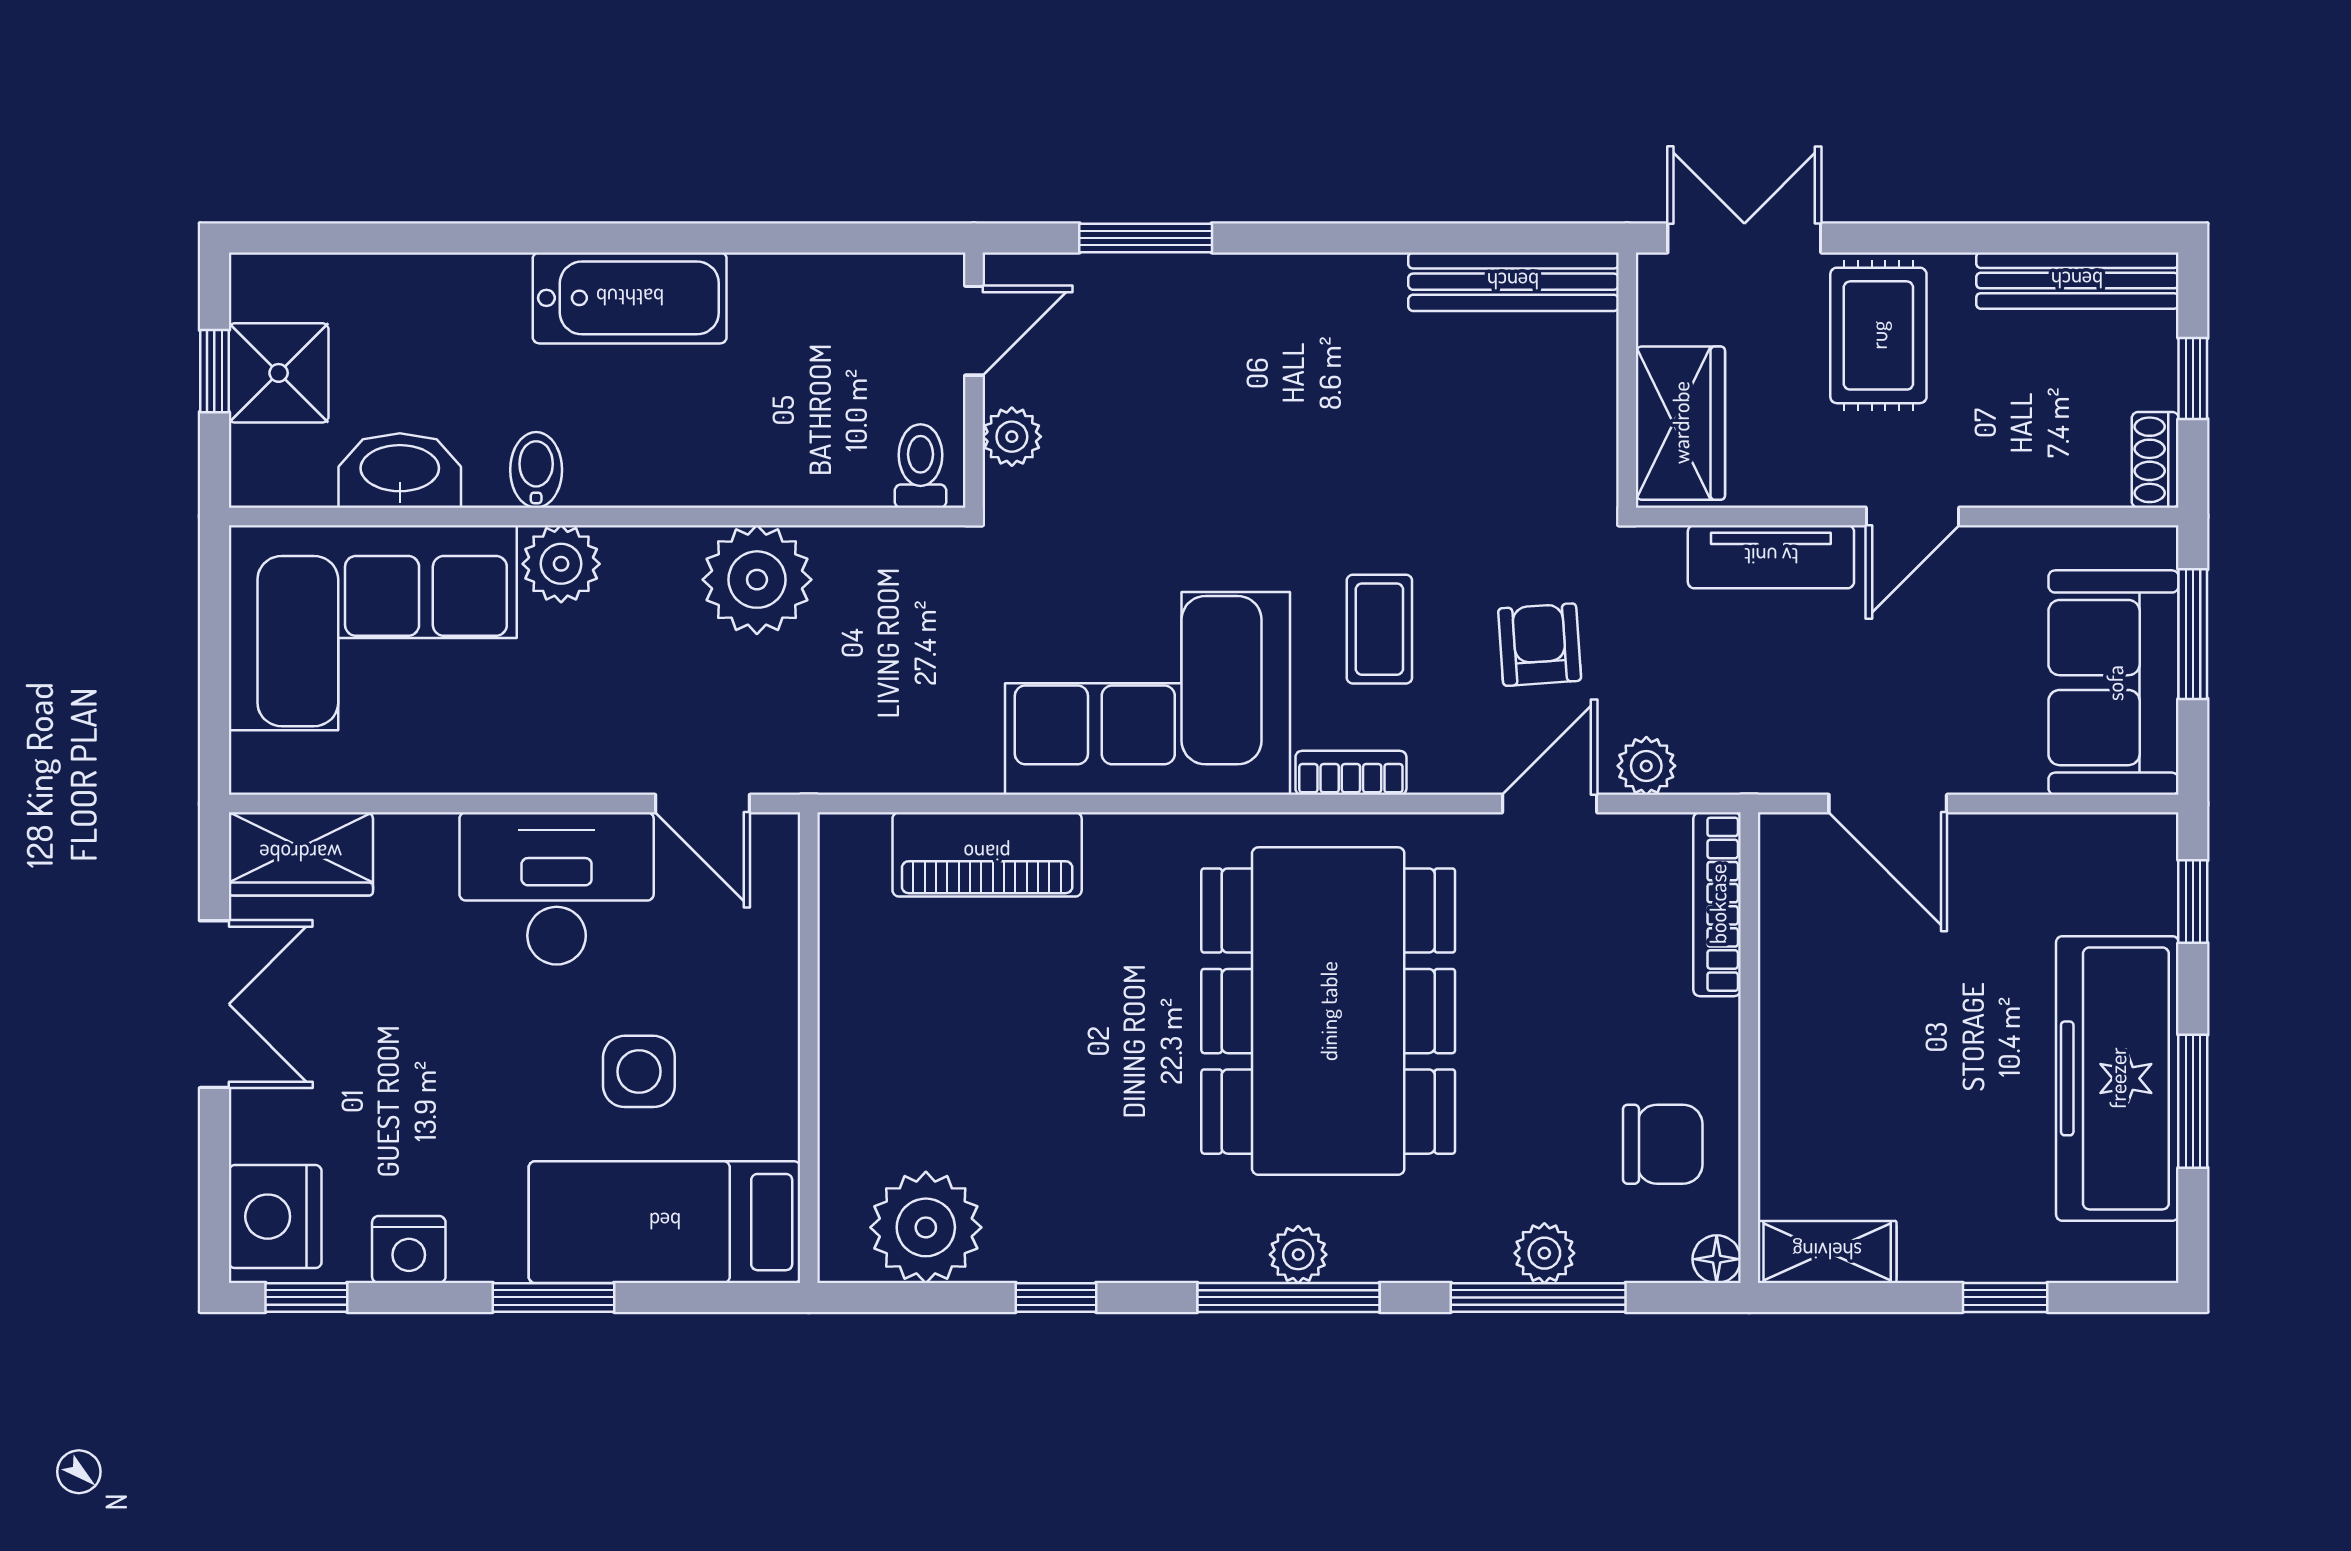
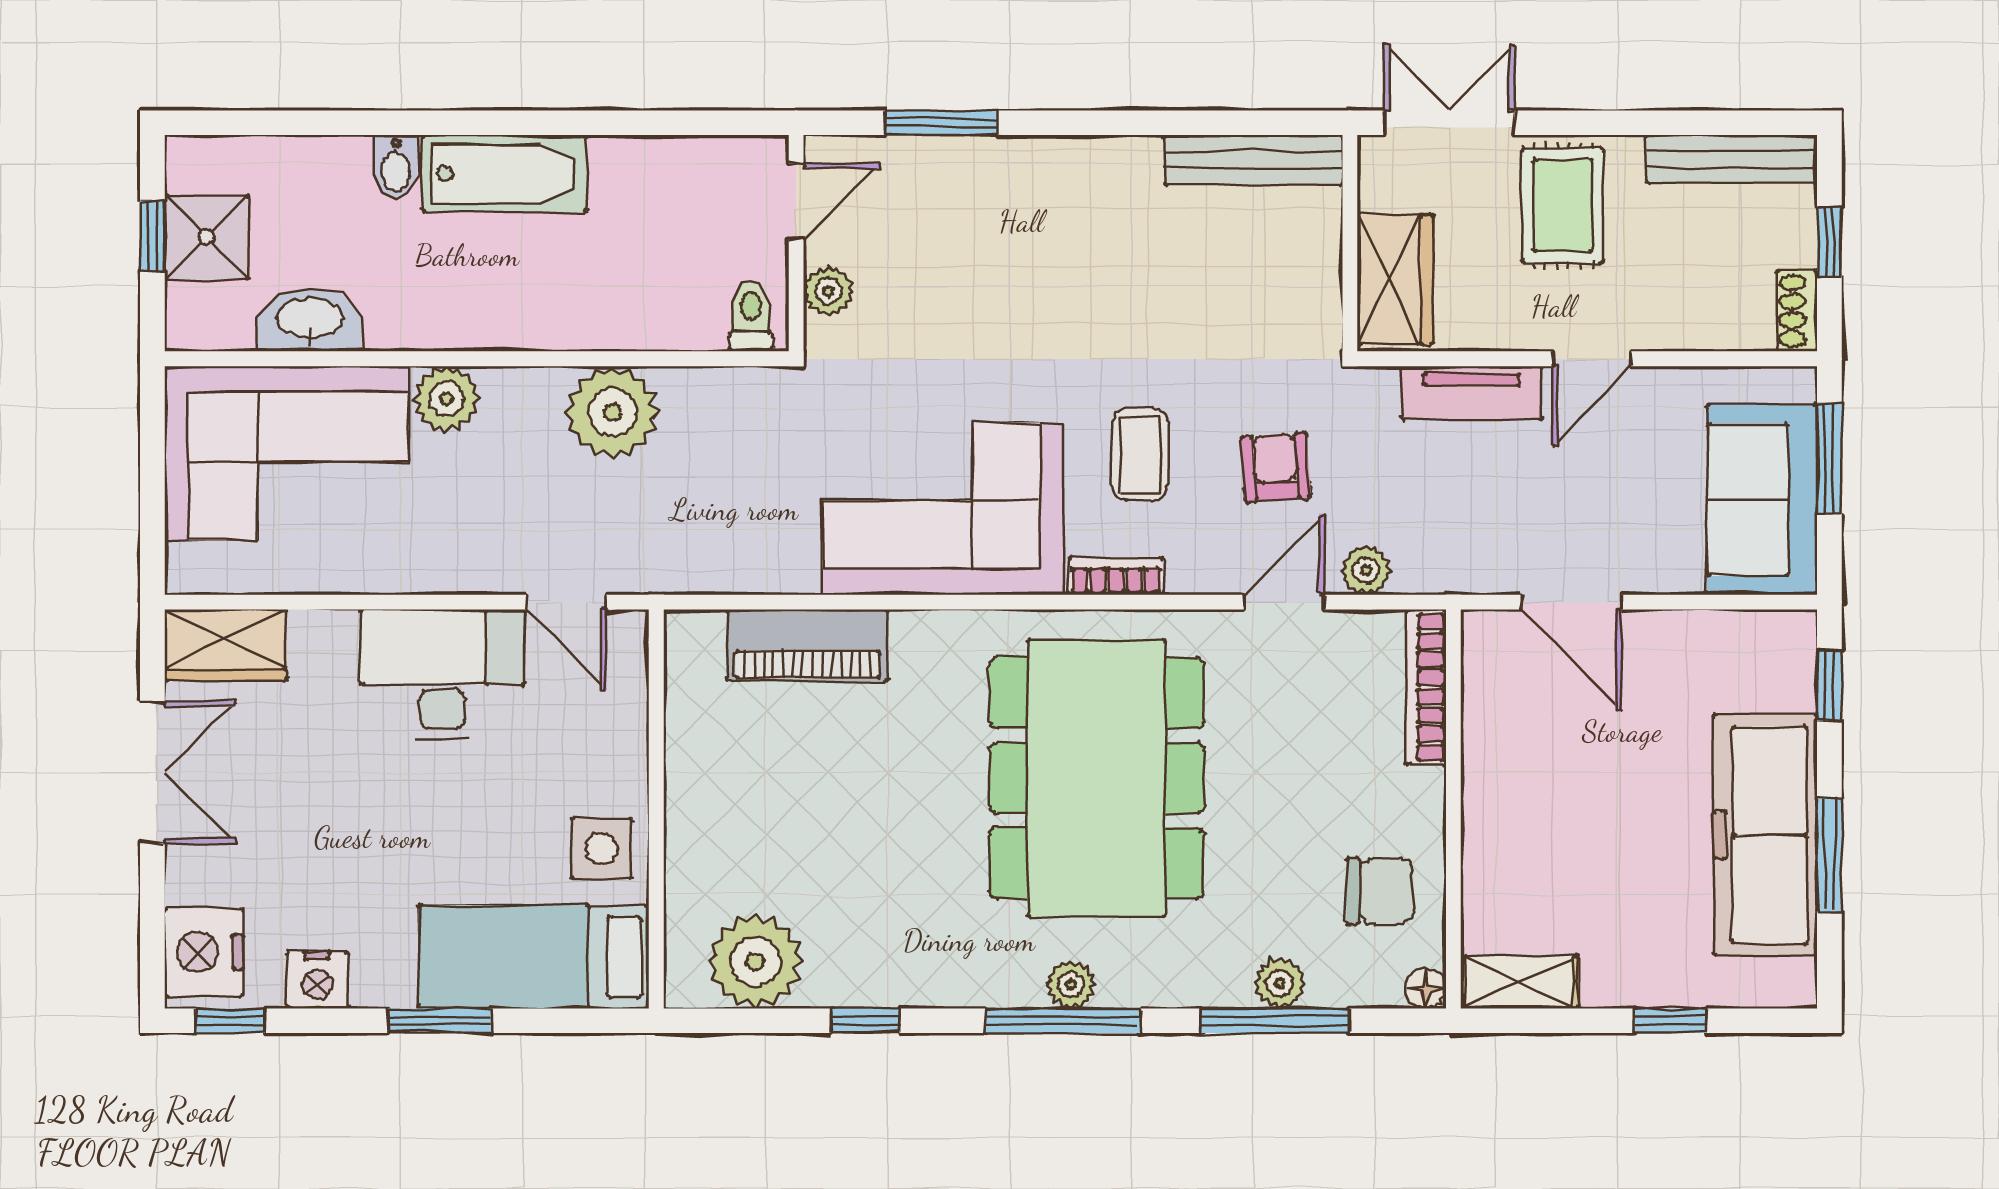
bidet: (536, 470) -> (396, 167), moved, turned 180
side table: (639, 1071) -> (602, 849), moved

